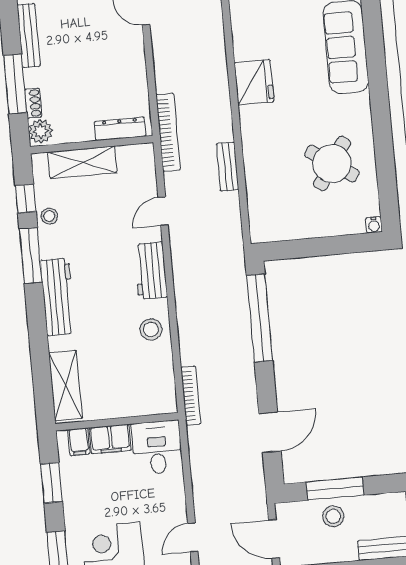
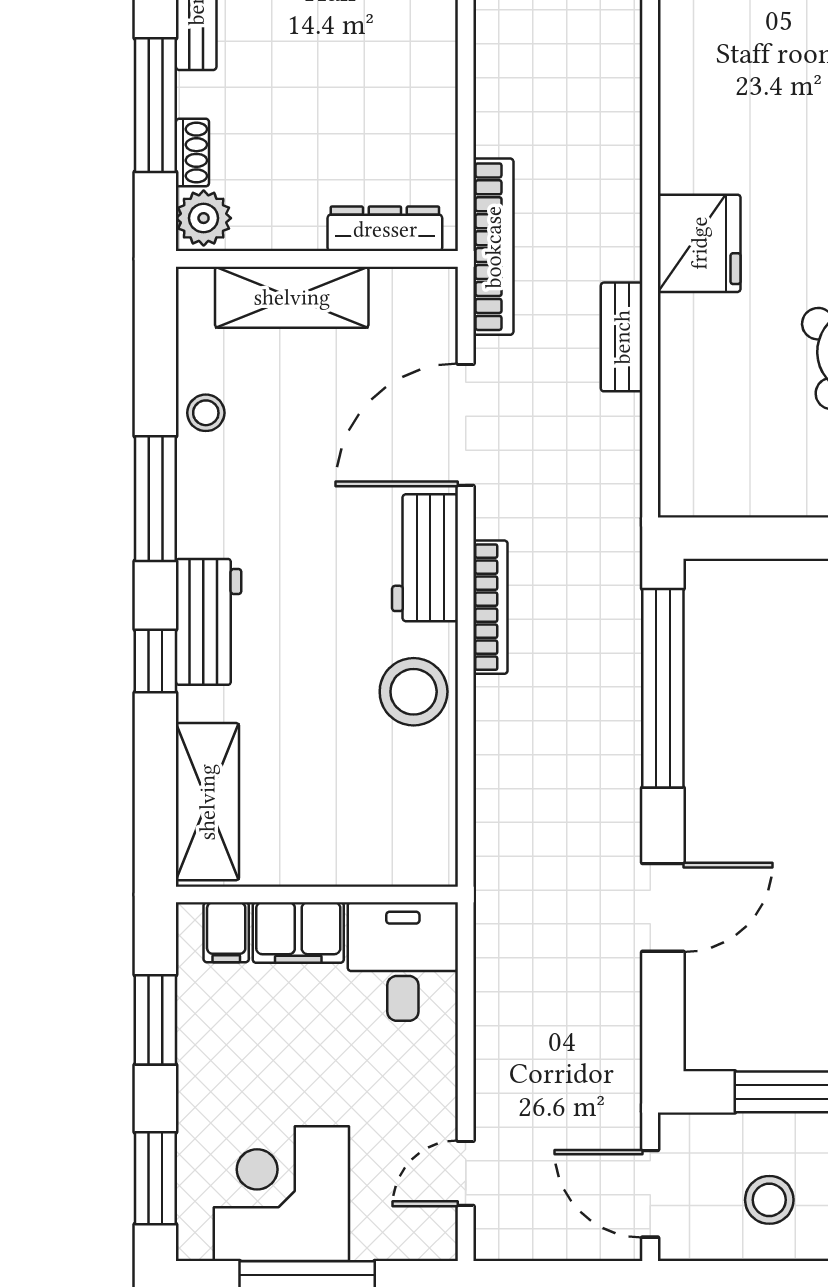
fridge: (254, 82) -> (699, 243), moved
window: (26, 199) -> (155, 661), moved
door: (163, 211) -> (466, 425), width x1.87
workbench: (58, 297) -> (209, 622), width x0.73
stool: (151, 329) -> (414, 692), width x1.38, depth x1.38
bookcase: (191, 396) -> (490, 607), moved
door: (270, 432) -> (663, 907), moved
stool: (333, 516) -> (769, 1200), moved

